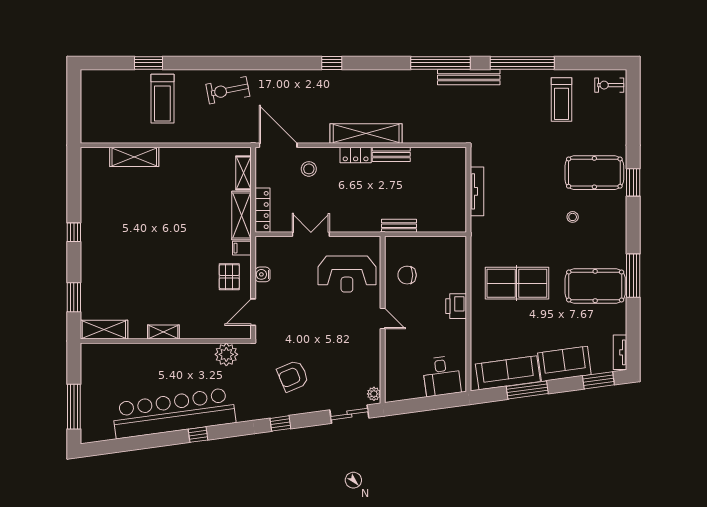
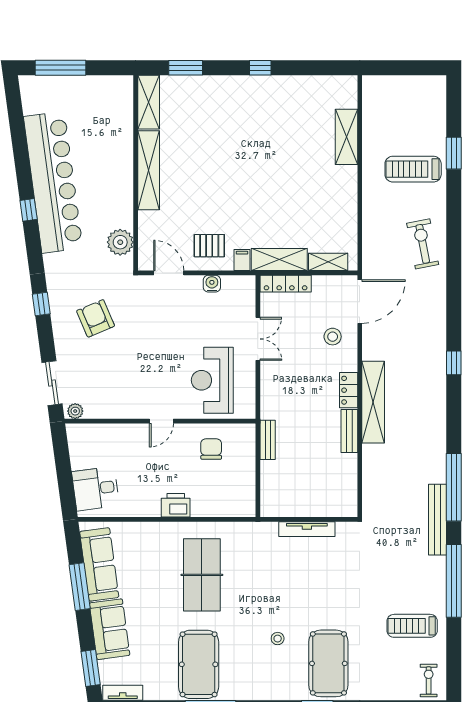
shelving: (163, 332) -> (149, 170), width x2.20, depth x1.33

